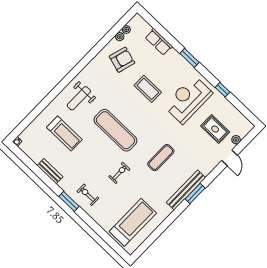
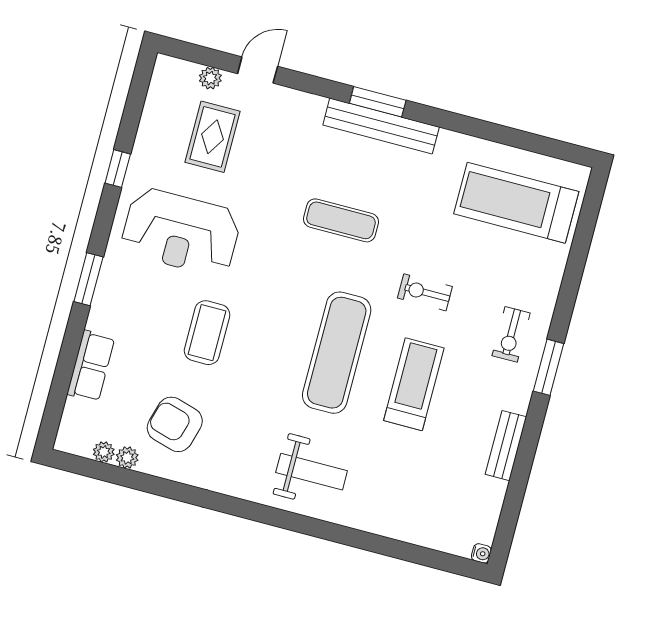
treadmill: (64, 134) -> (414, 384), moved

